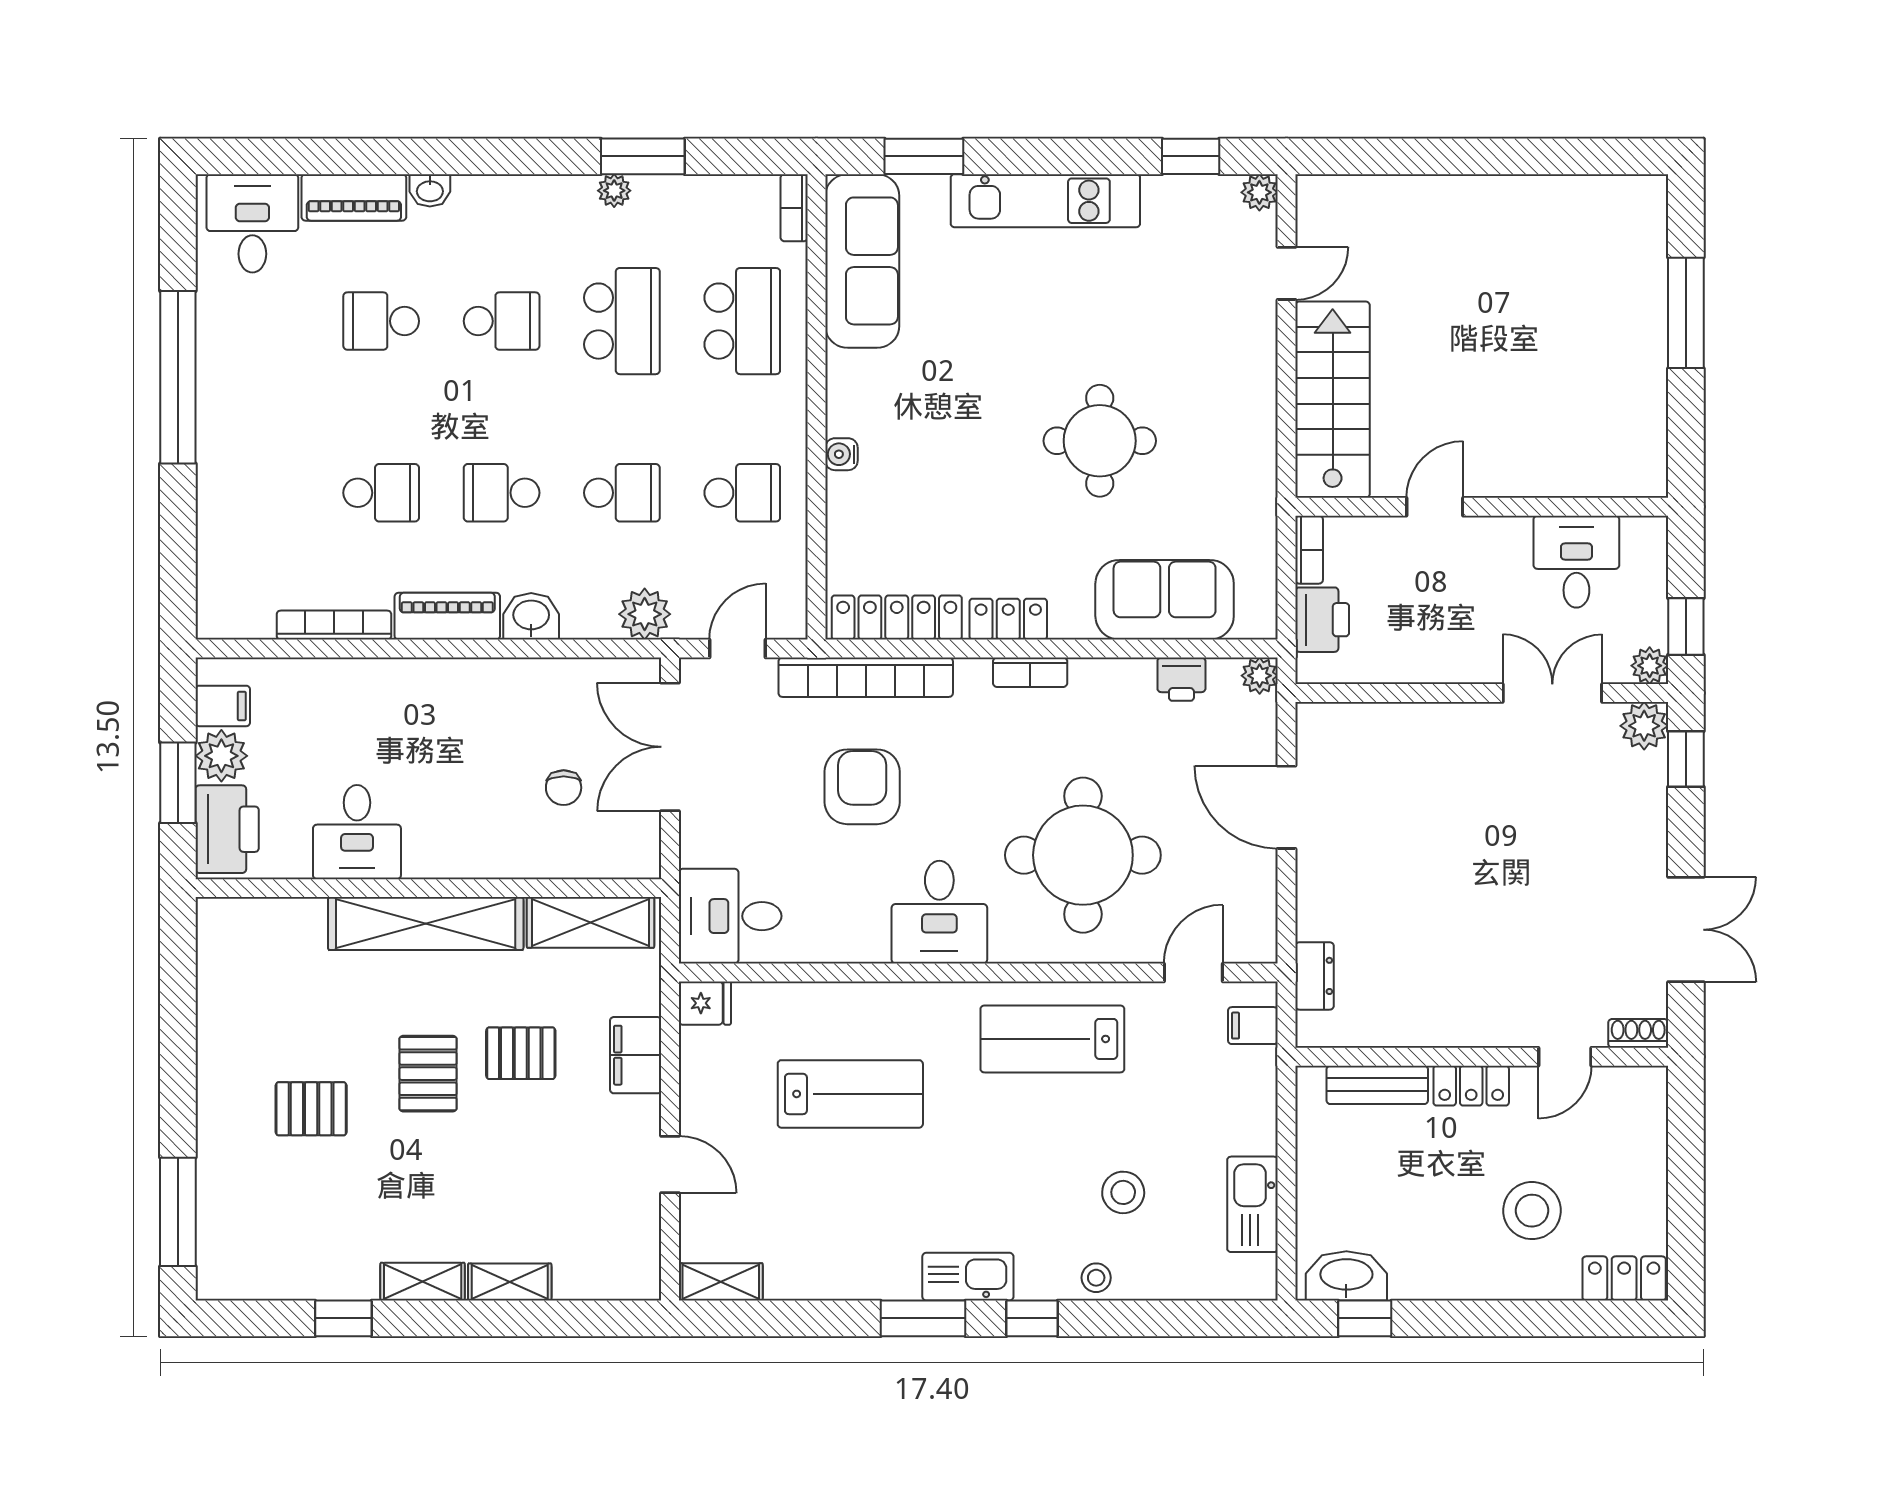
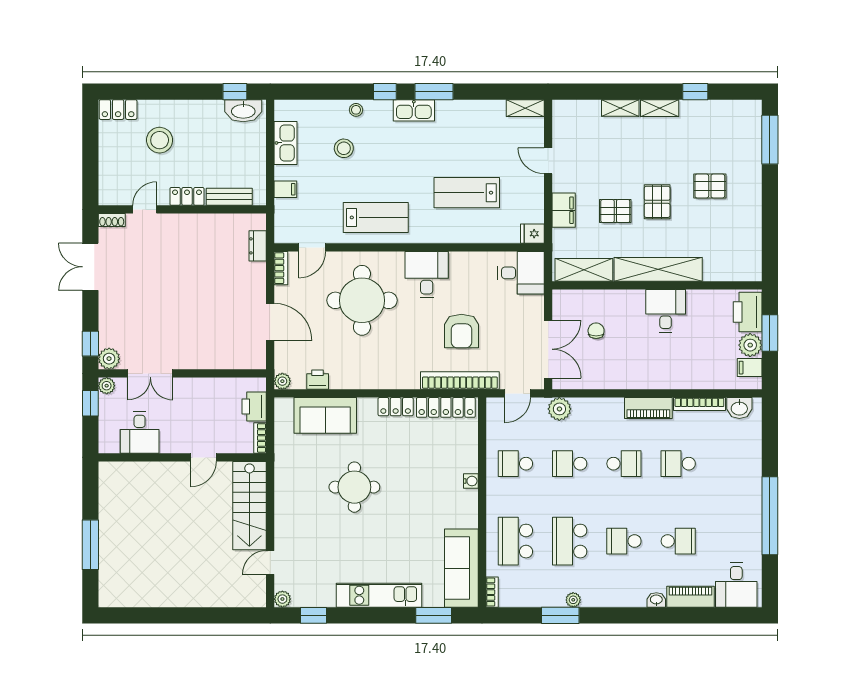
washbasin: (531, 616) -> (739, 408), moved
bookcase: (1030, 672) -> (281, 268), moved, turned 90
desk: (357, 832) -> (666, 311), moved
filing cabinet: (1253, 1026) -> (285, 189), moved

